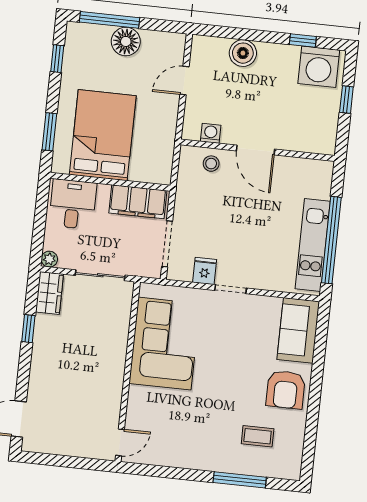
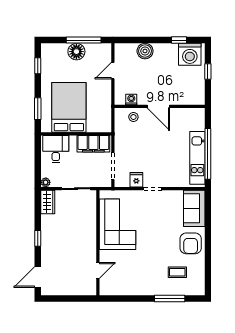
window: (109, 20) -> (84, 40), moved
window: (28, 329) -> (38, 238), moved
door: (120, 442) -> (98, 270), moved

